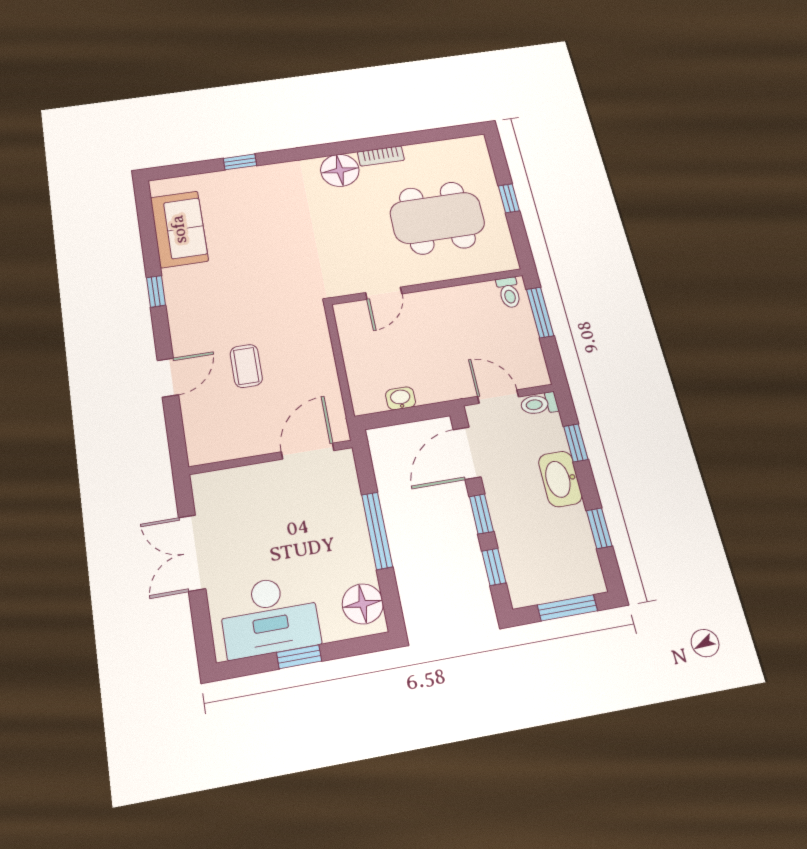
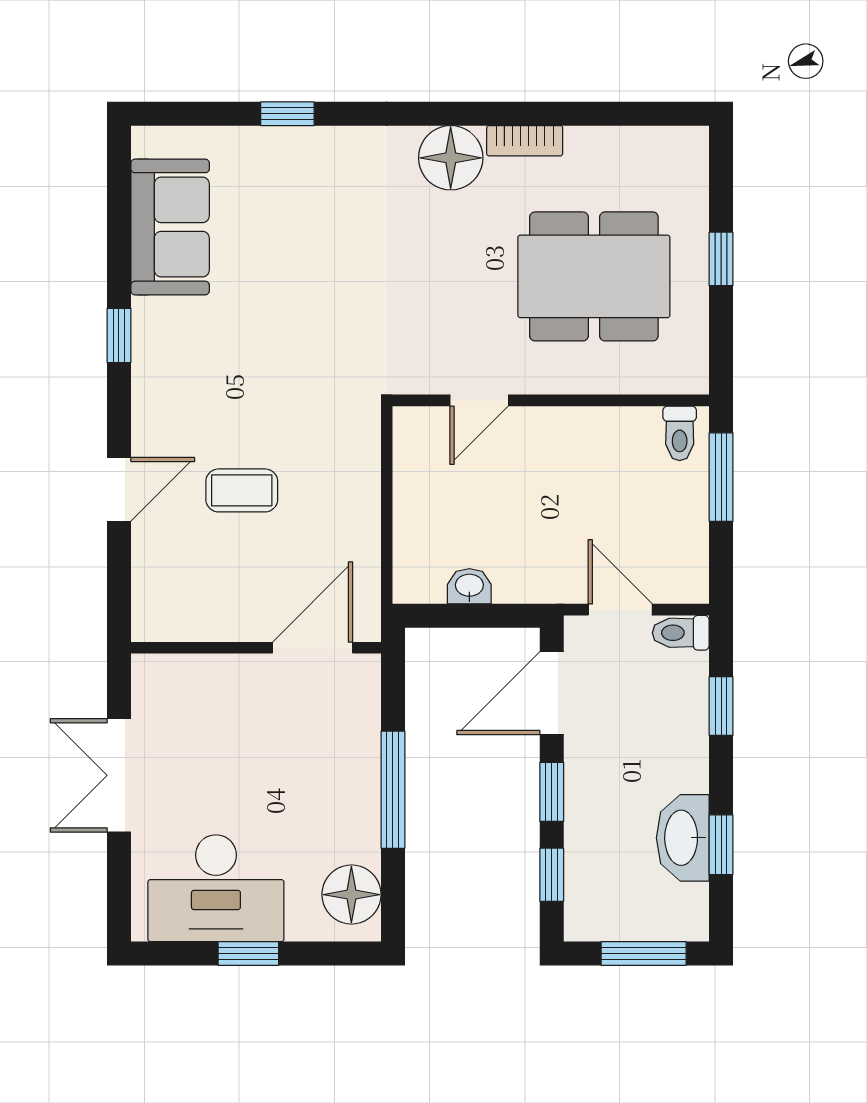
coffee table: (246, 366) -> (242, 490), turned 90
washbasin: (560, 479) -> (683, 838), moved

